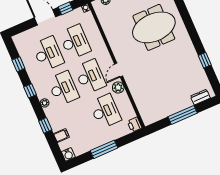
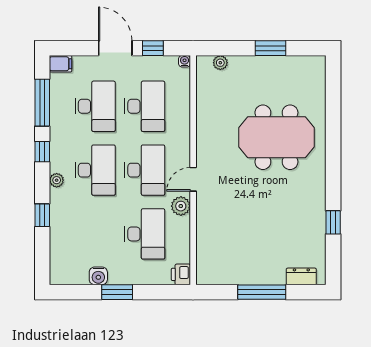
window: (18, 64) -> (42, 103), width x2.17
filing cabinet: (61, 136) -> (61, 64), moved
window: (104, 149) -> (117, 292), width x0.69
water cooler: (68, 154) -> (98, 276), moved

